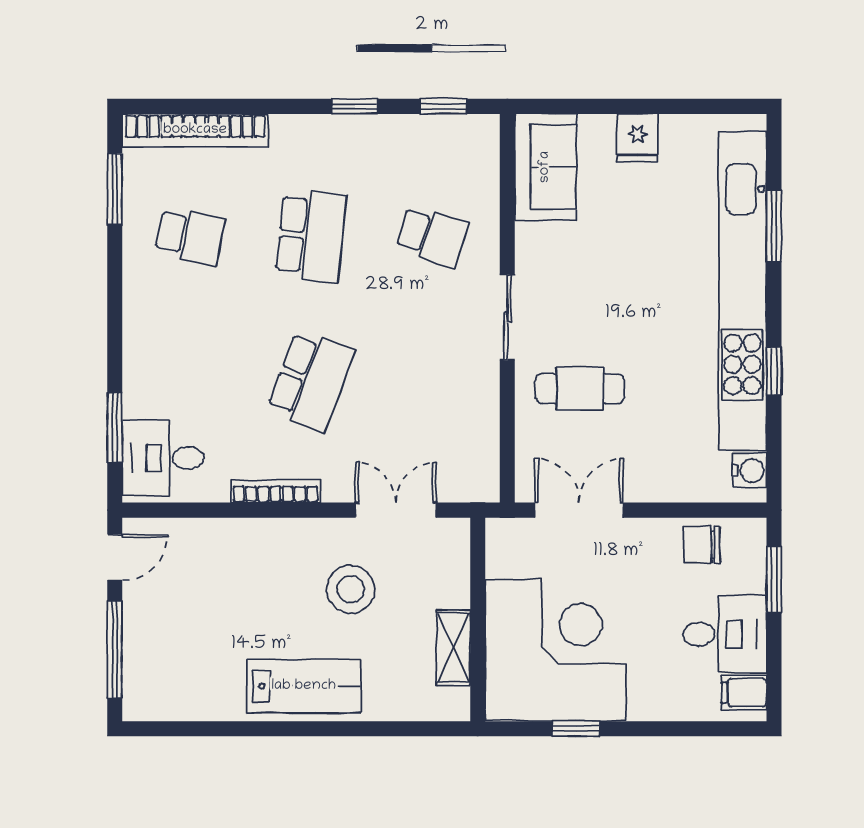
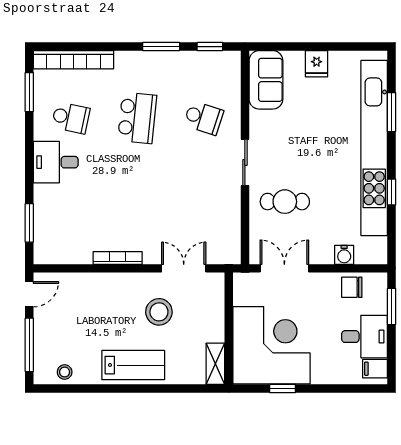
window: (355, 106) -> (161, 47), width x1.50
school desk: (311, 380) -> (137, 197), removed
desk: (163, 458) -> (56, 162), moved
water cooler: (749, 471) -> (344, 255), moved, turned 90
shelving: (453, 648) -> (215, 364), moved
stool: (179, 699) -> (65, 372), added

